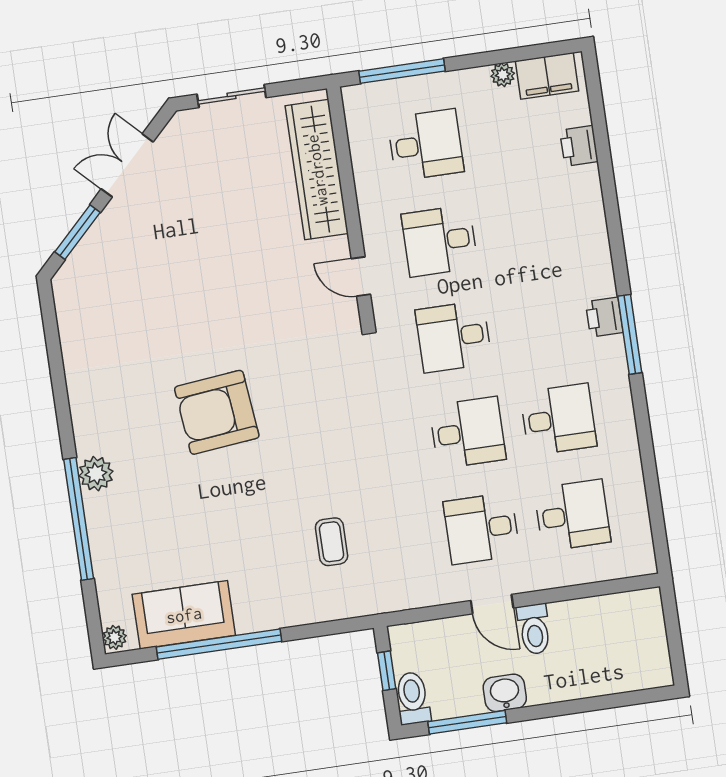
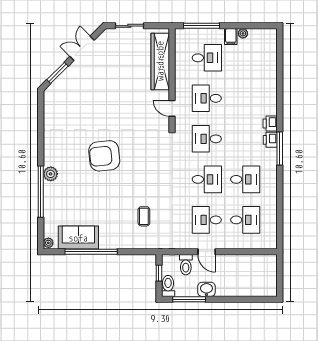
filing cabinet: (547, 76) -> (231, 37), moved, width x0.50
printer: (579, 146) -> (270, 123), moved
toilet: (534, 629) -> (186, 265), moved

